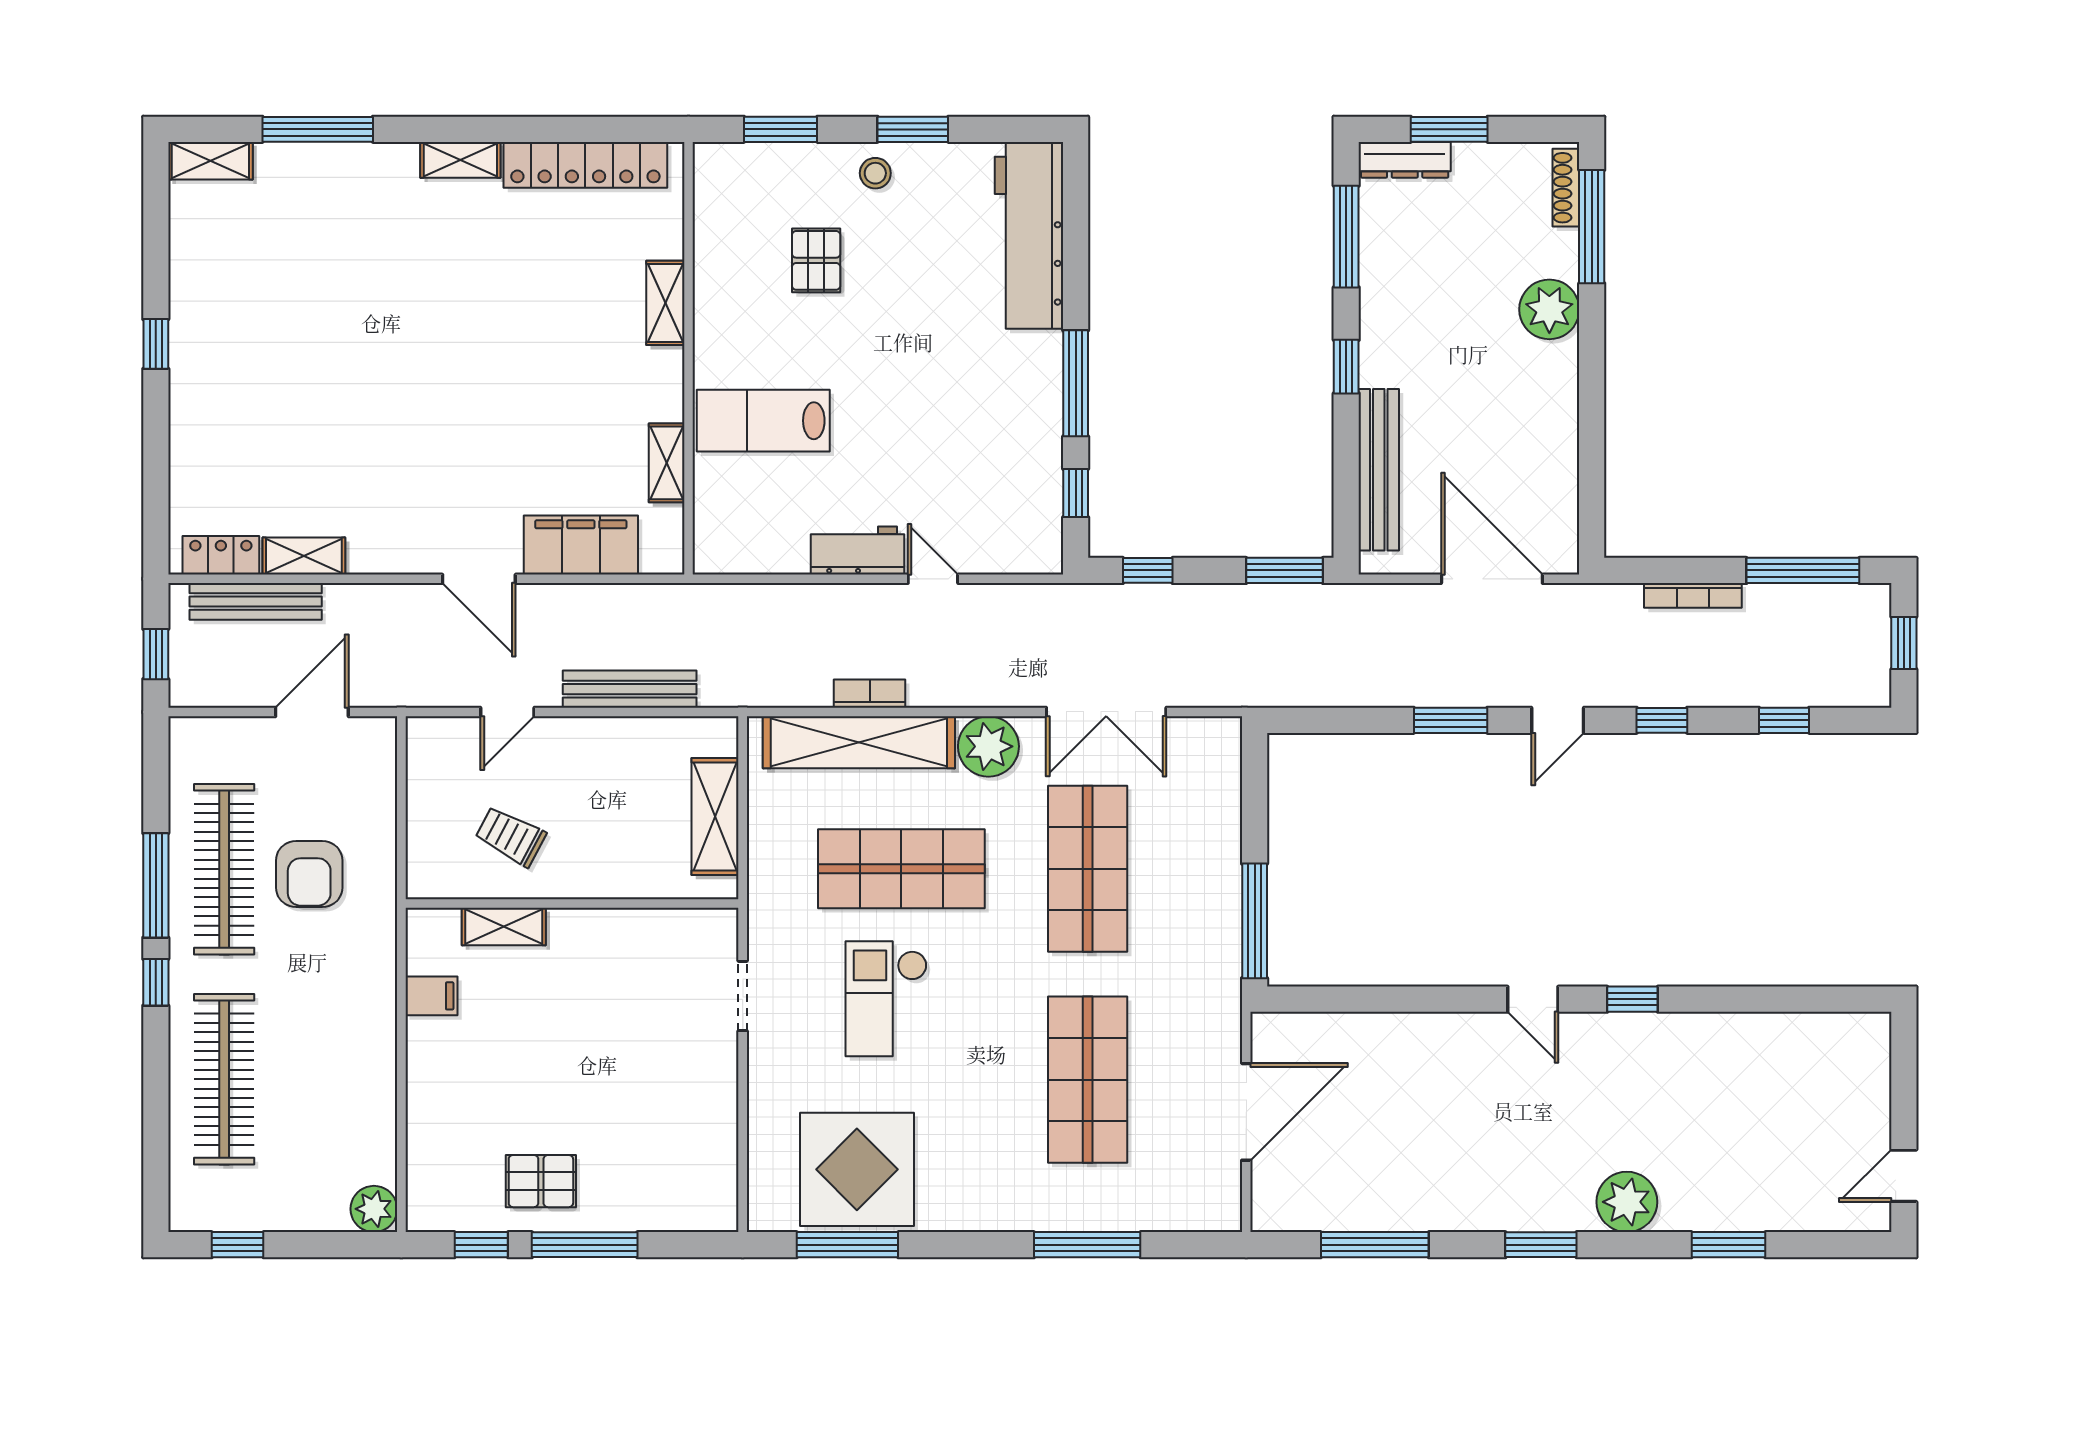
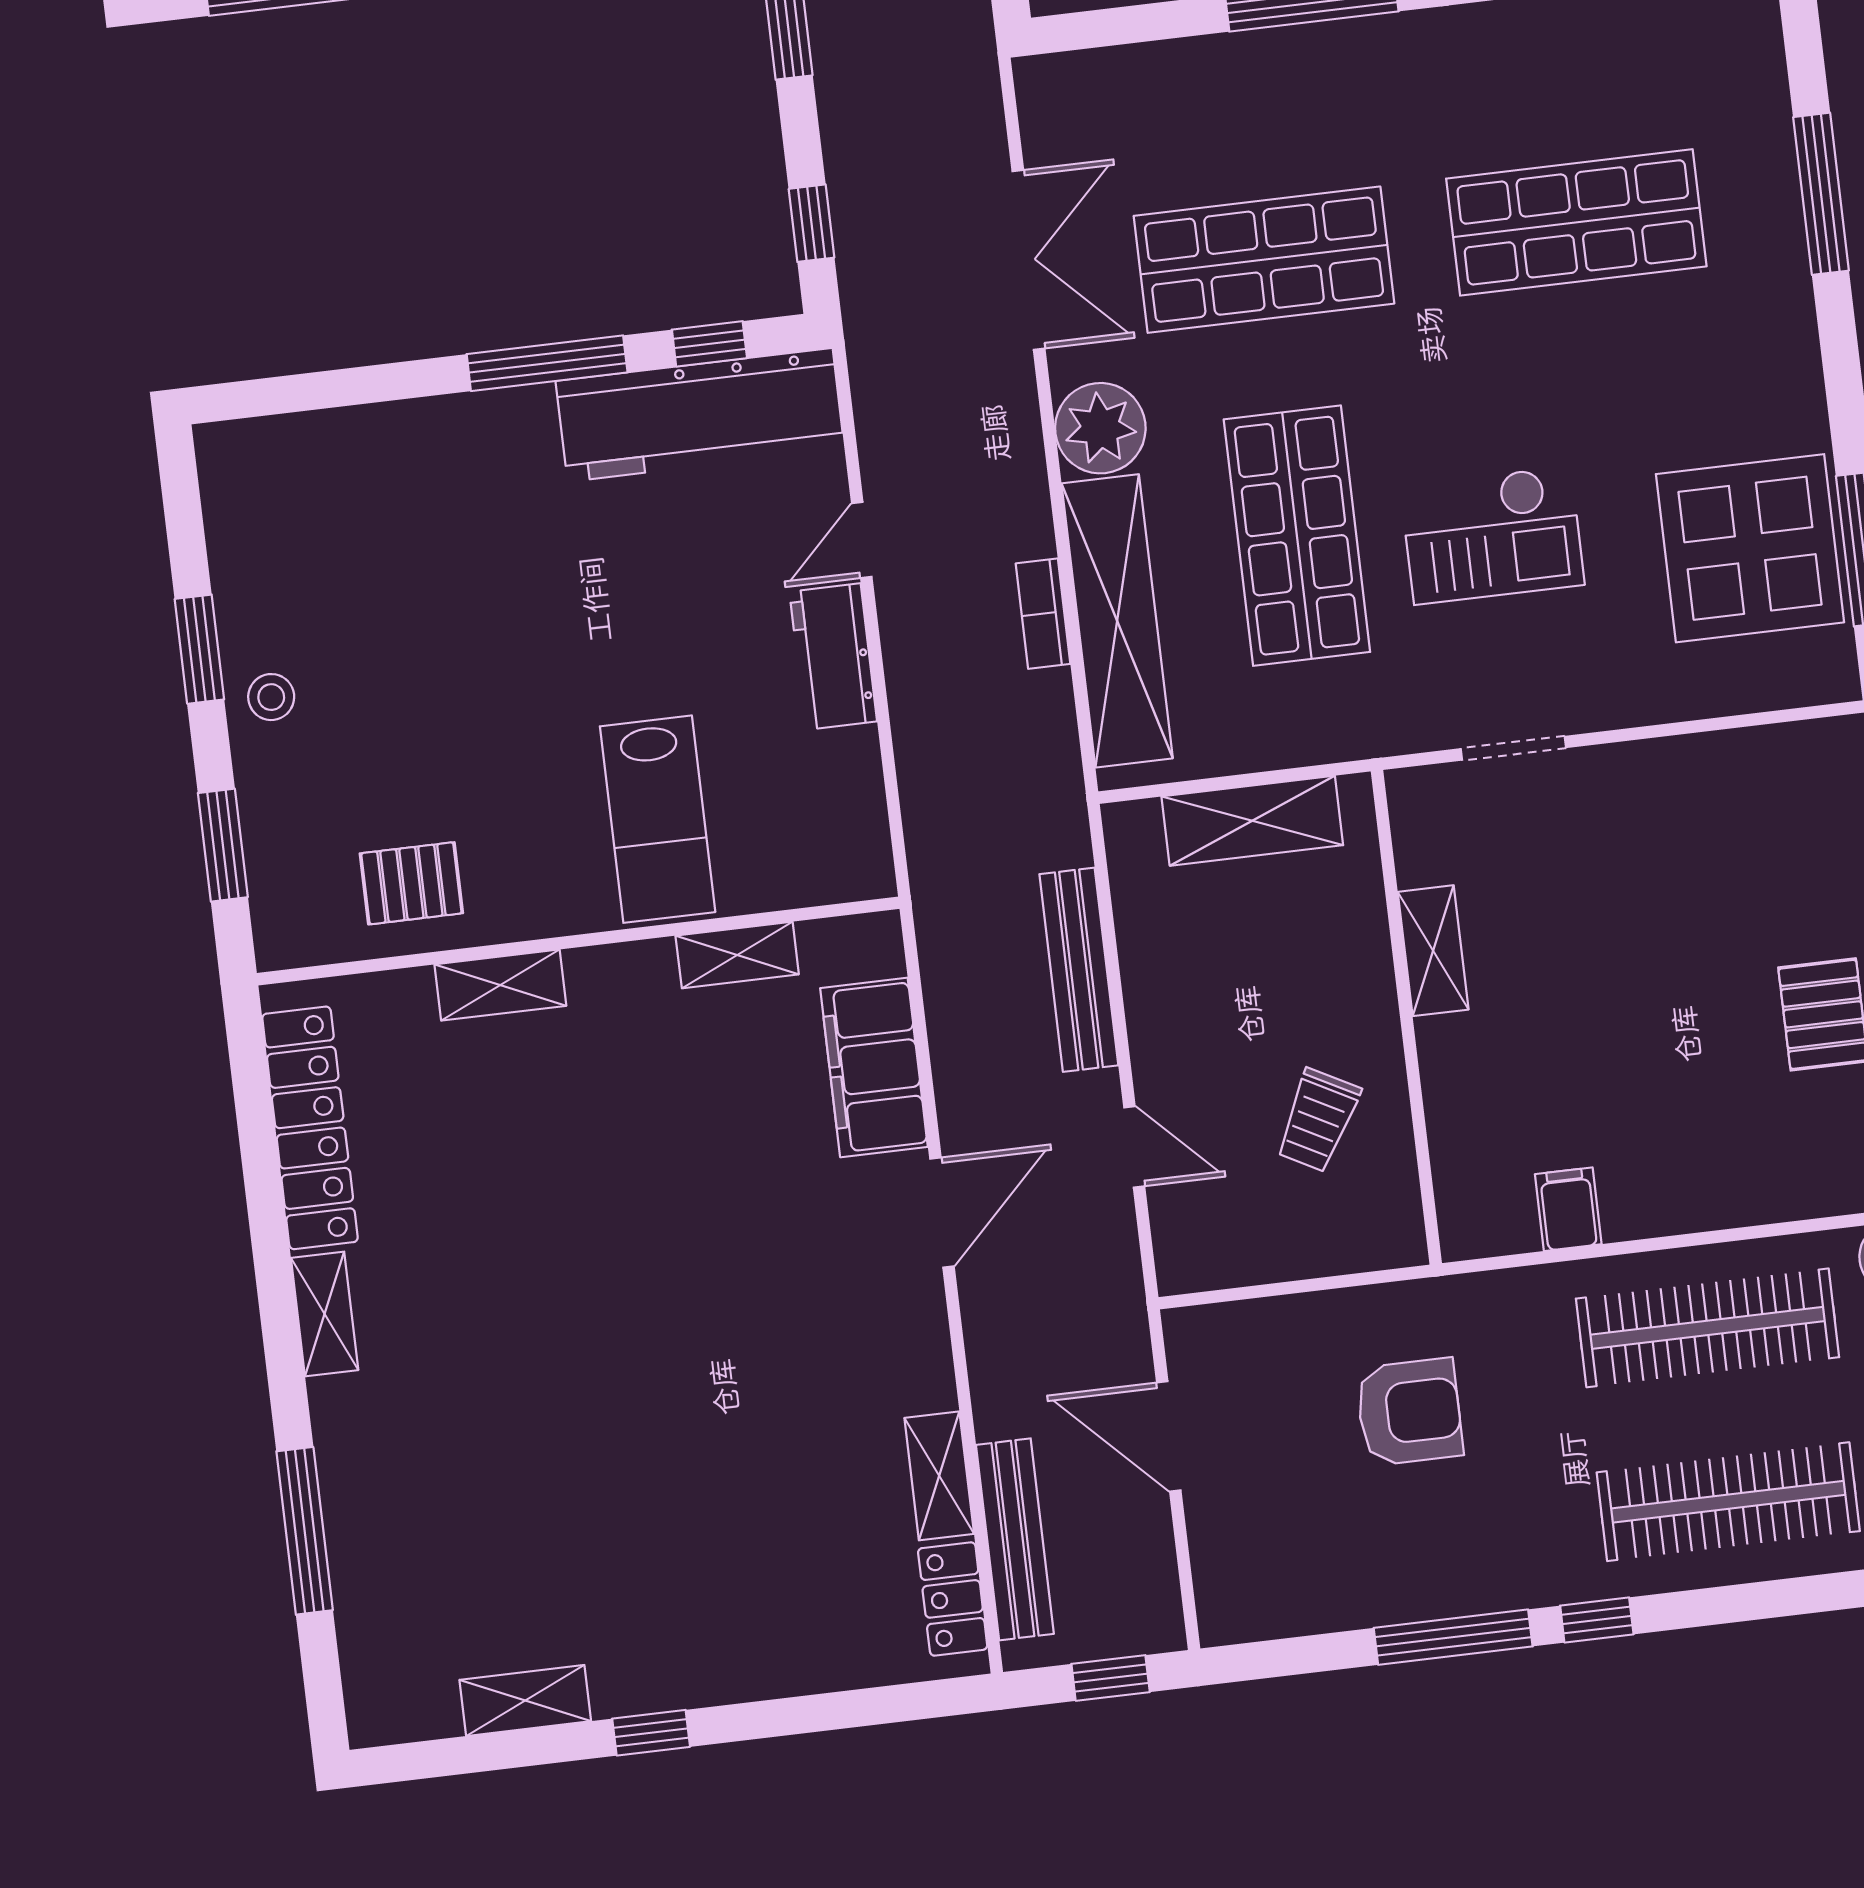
shelving: (210, 161) -> (525, 1700), moved, turned 90
workbench: (1029, 235) -> (700, 415), moved
pallet: (816, 260) -> (411, 883), moved
clothes rail: (224, 869) -> (1708, 1328), moved
shelving: (504, 926) -> (1433, 951), moved

